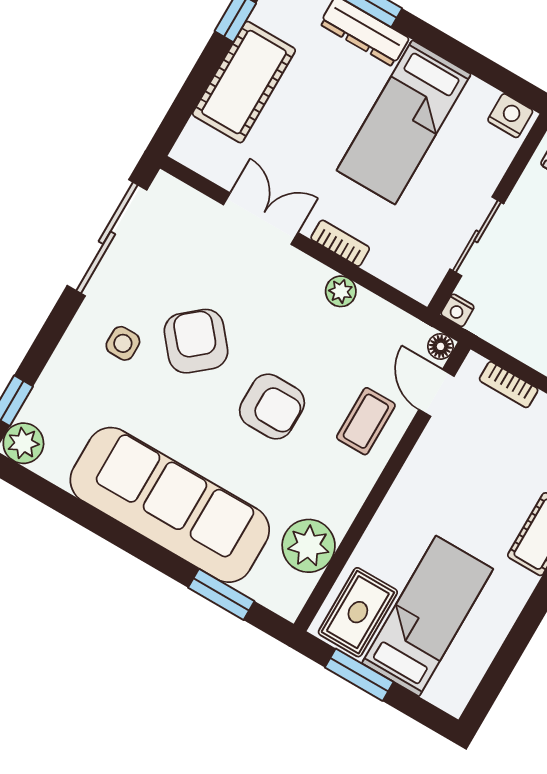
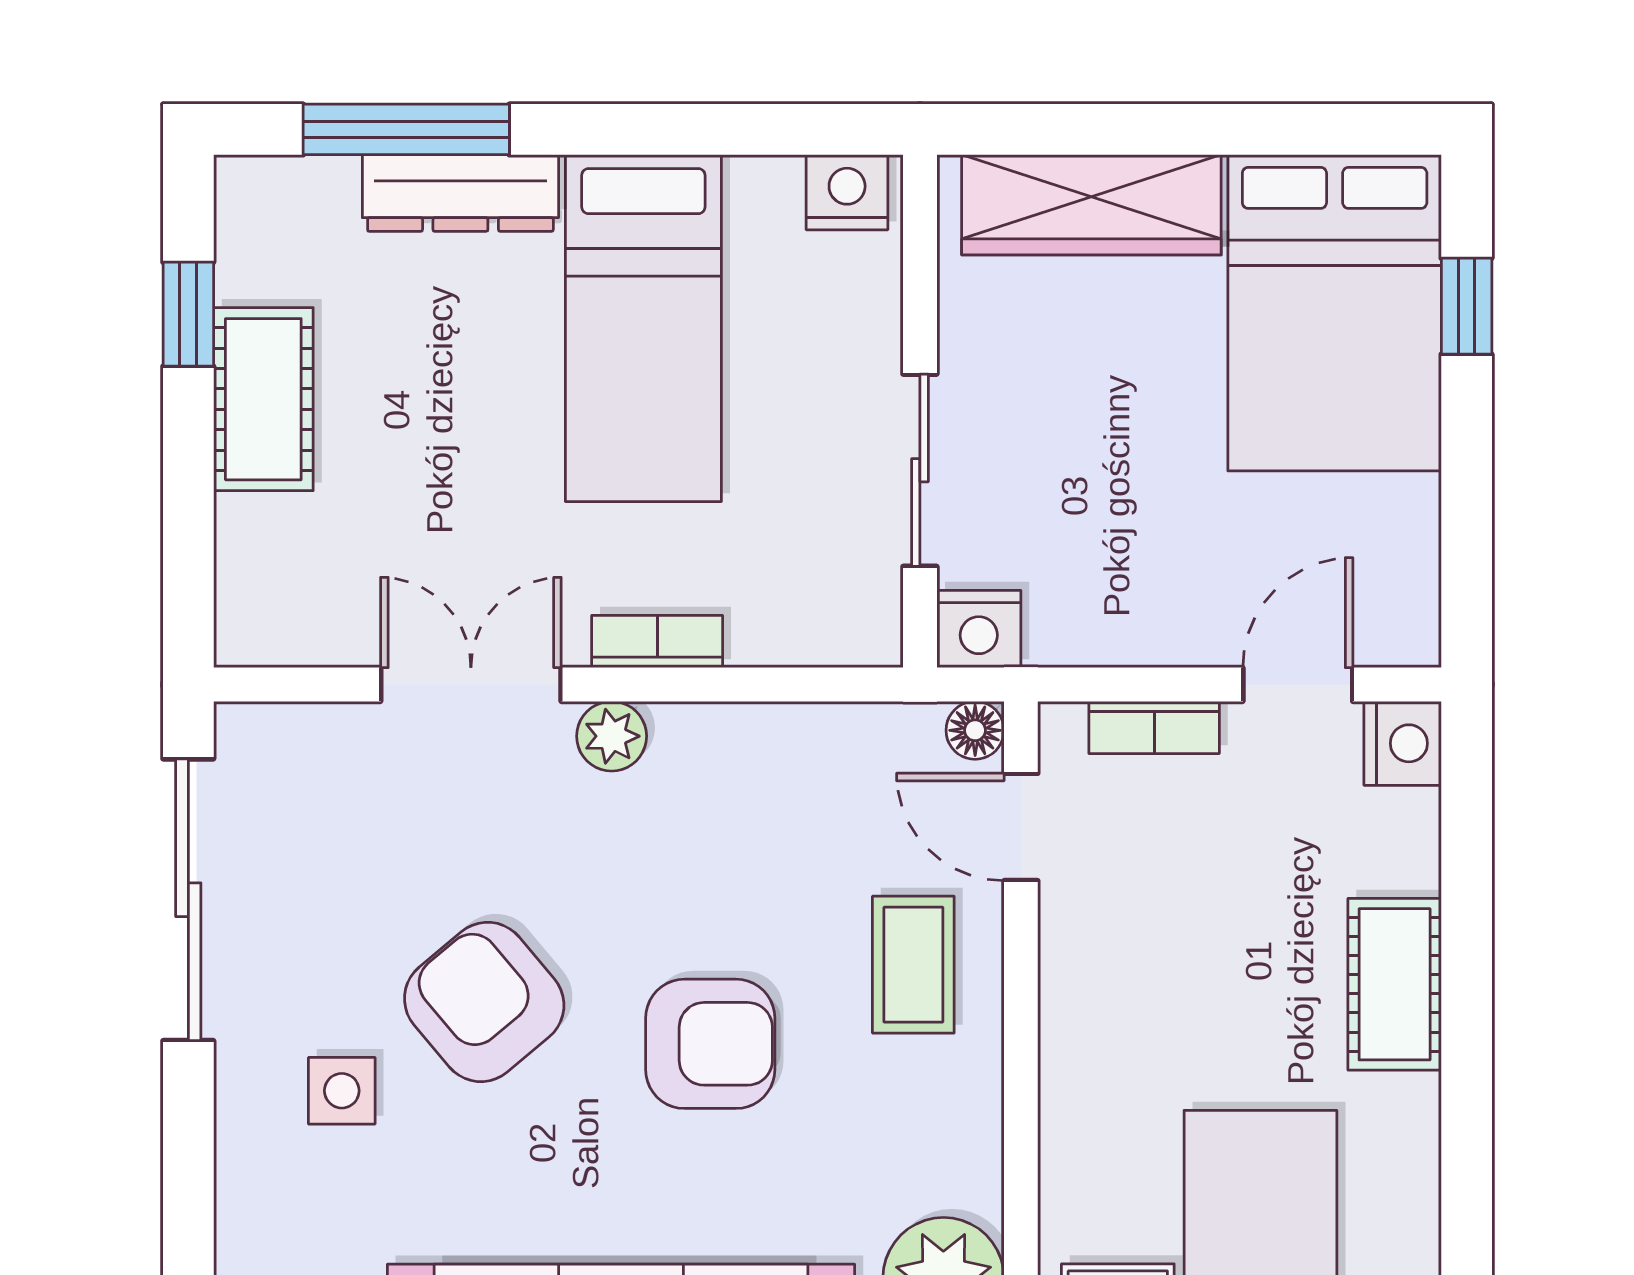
cot: (244, 82) -> (263, 399), width x0.73, depth x0.75
plant: (341, 291) -> (612, 736), moved
nightstand: (457, 310) -> (979, 629), width x1.39, depth x1.35

